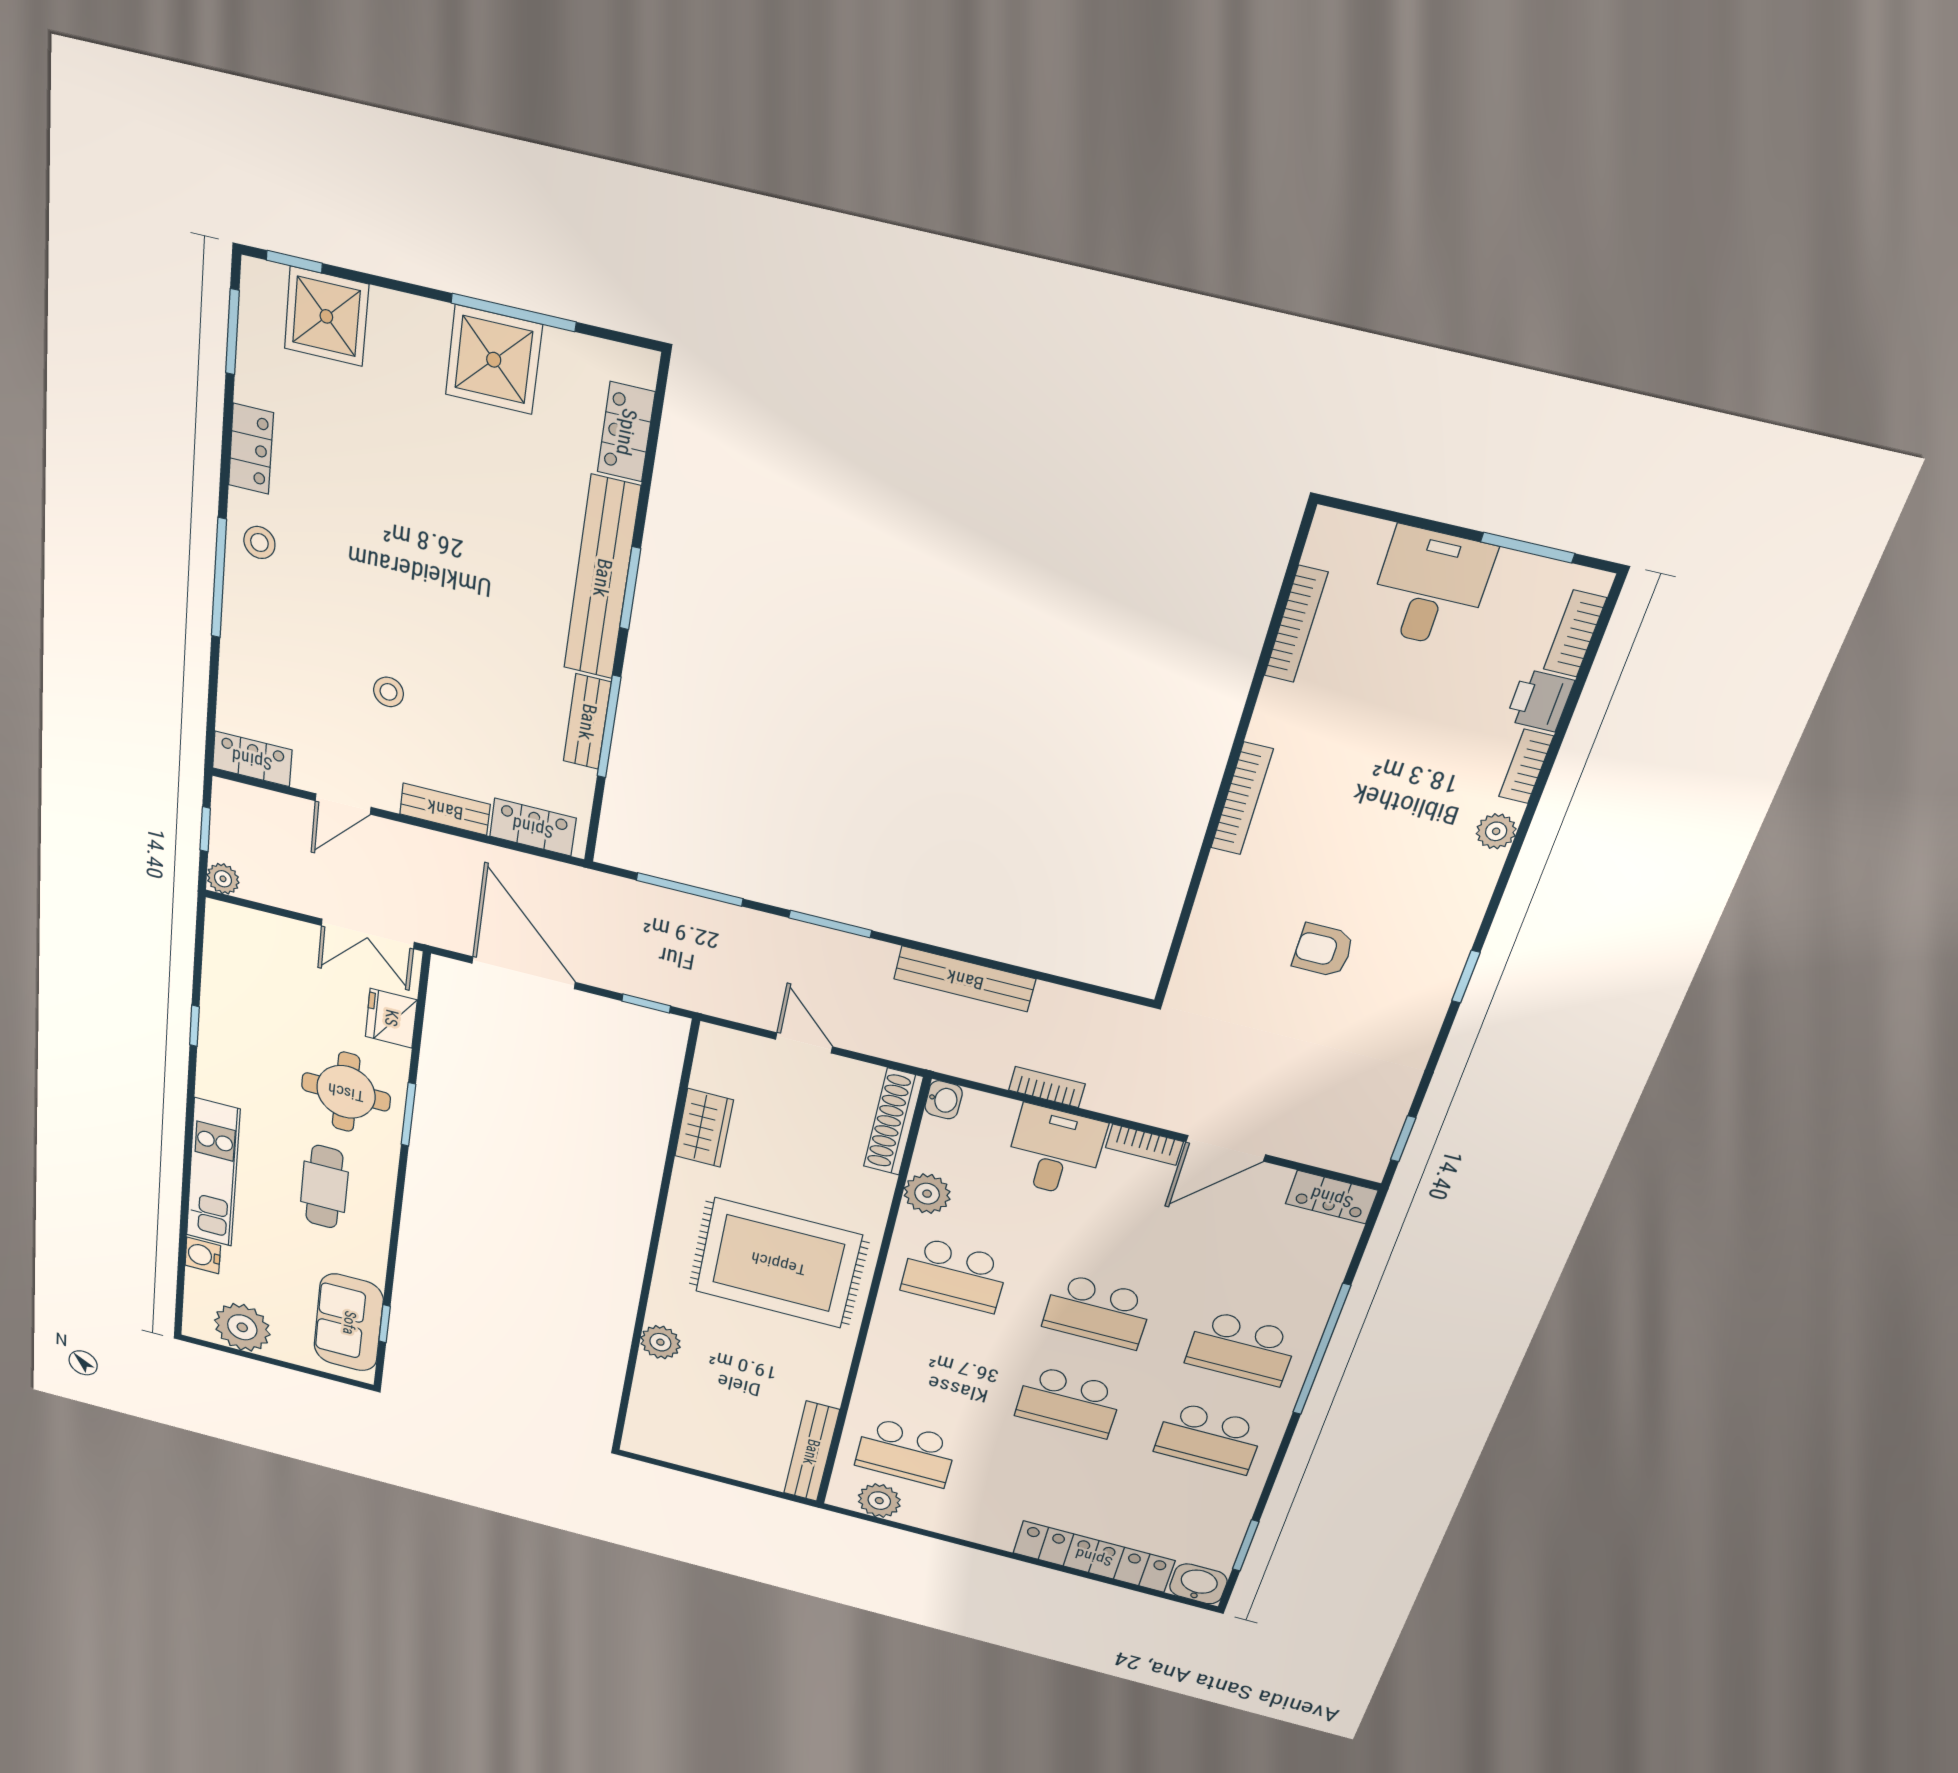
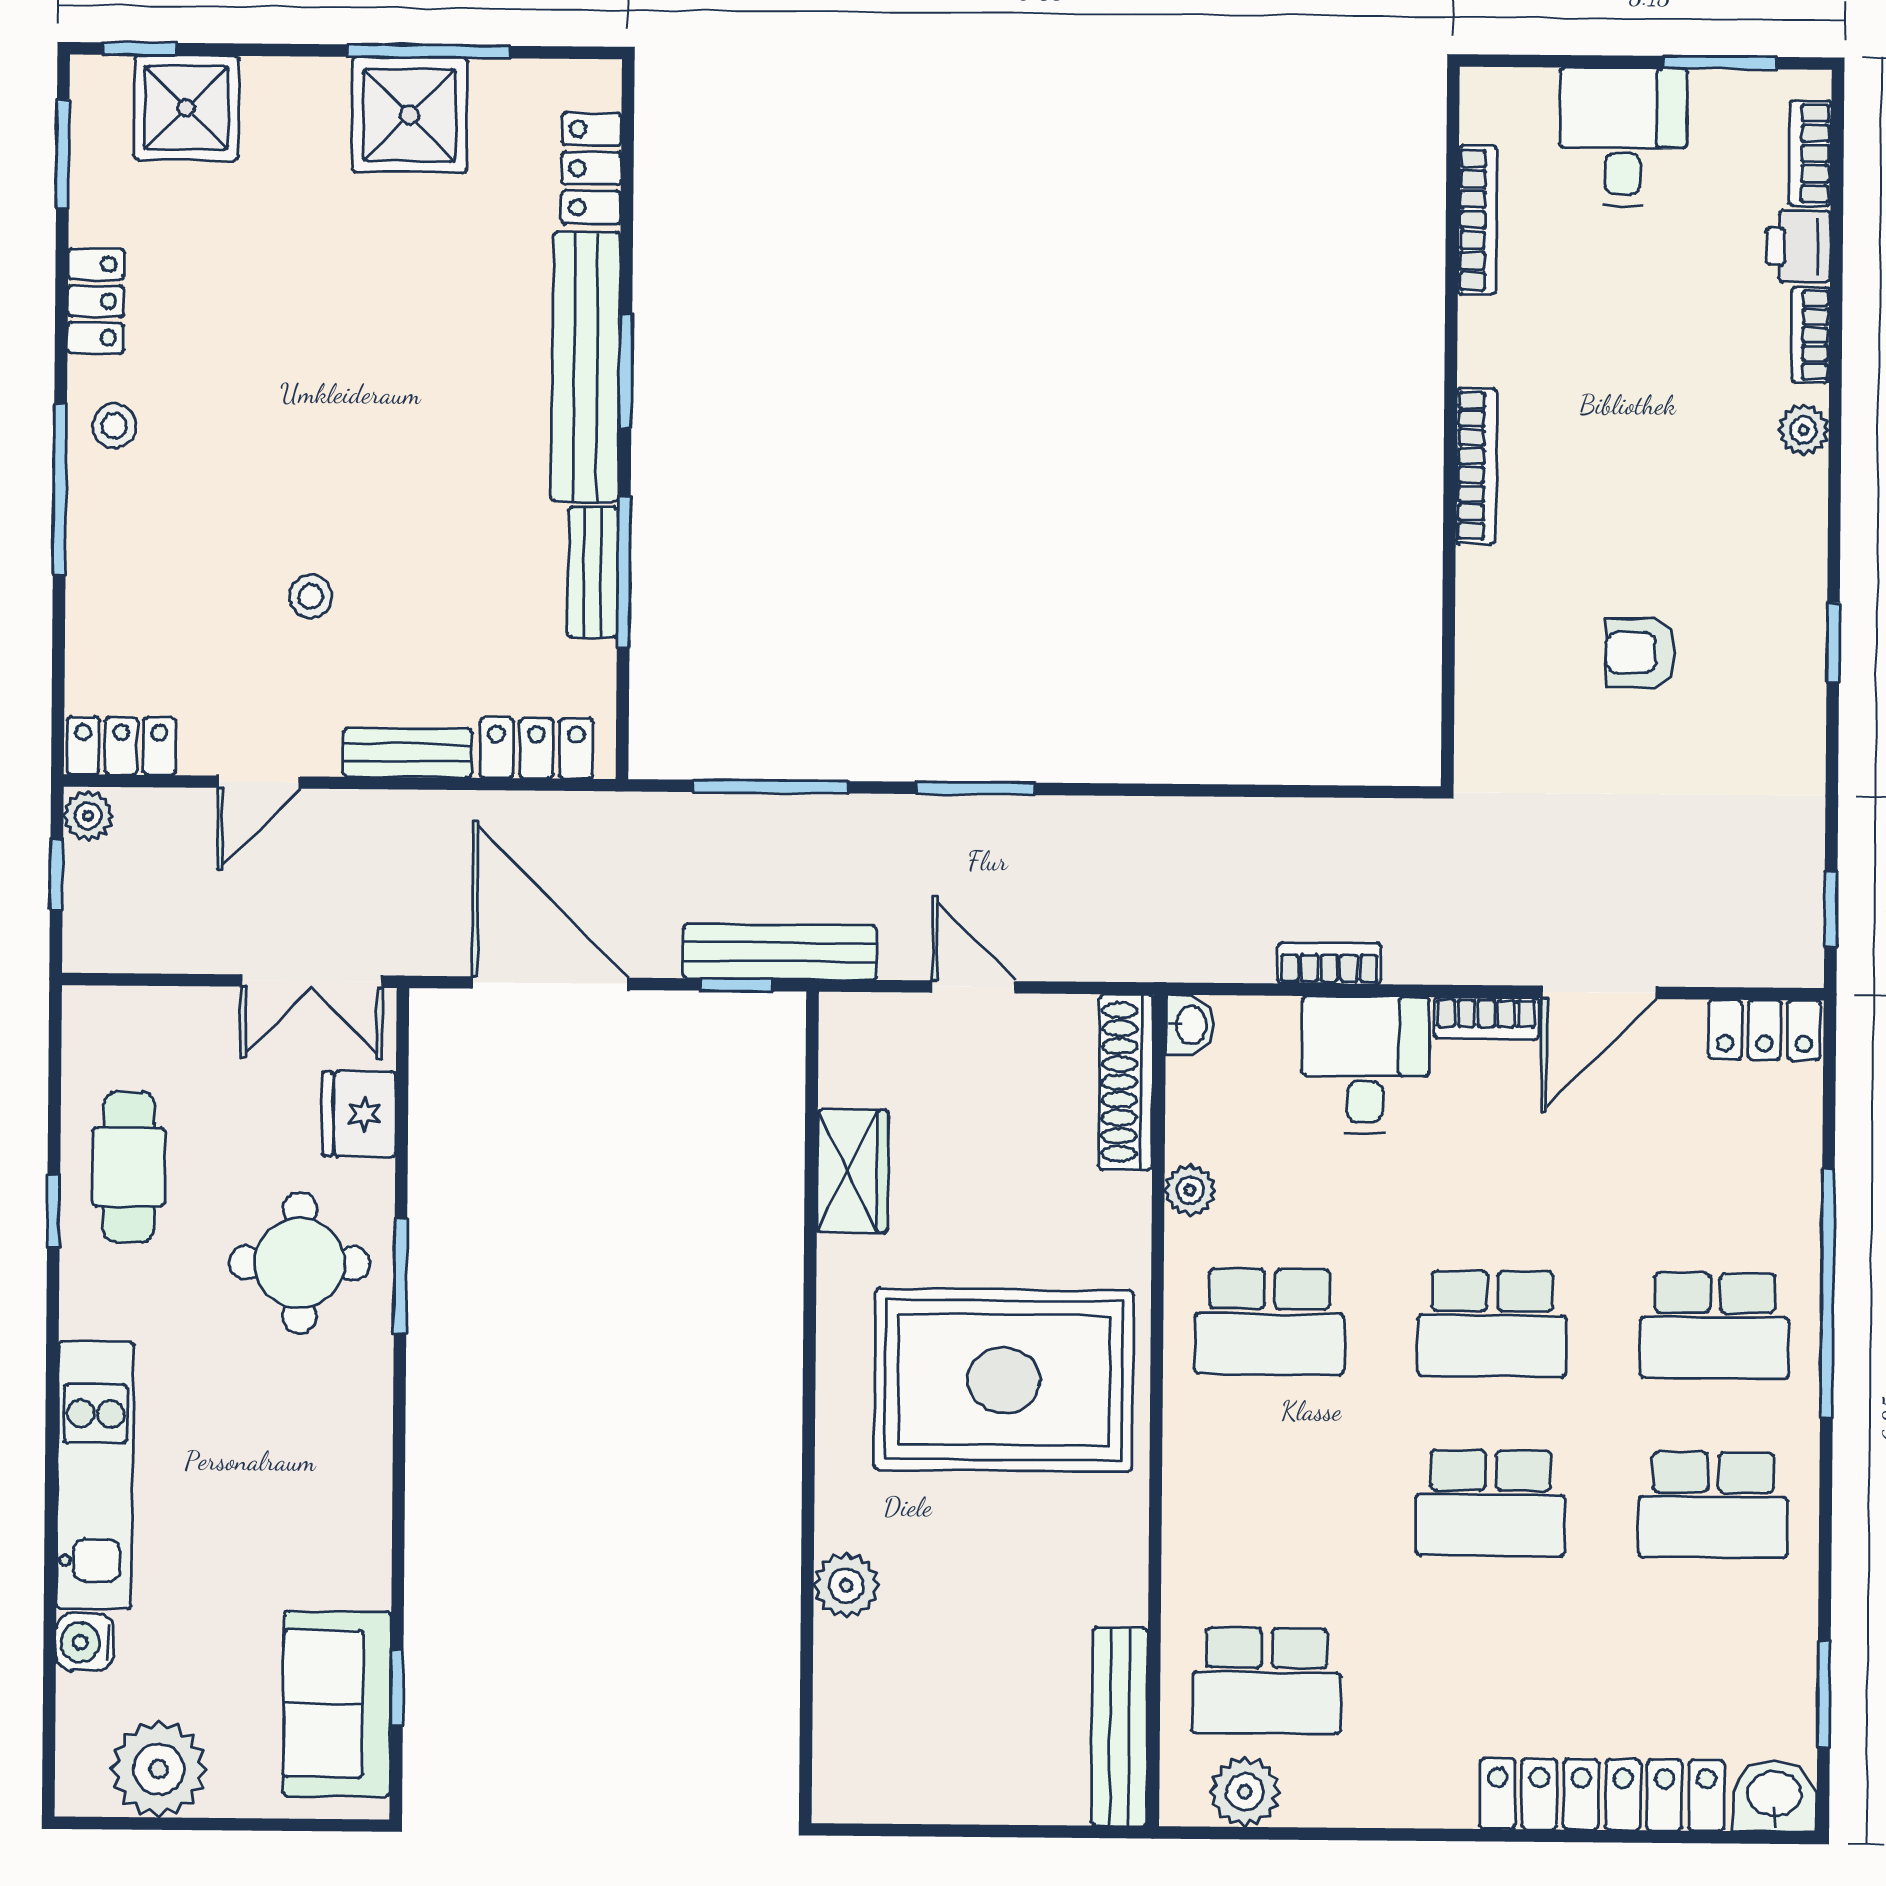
plant: (223, 879) -> (88, 816), moved
bench: (965, 979) -> (780, 952), moved
cafe table: (324, 1187) -> (129, 1167), moved
plant: (927, 1194) -> (1190, 1190), width x0.73, depth x0.73

